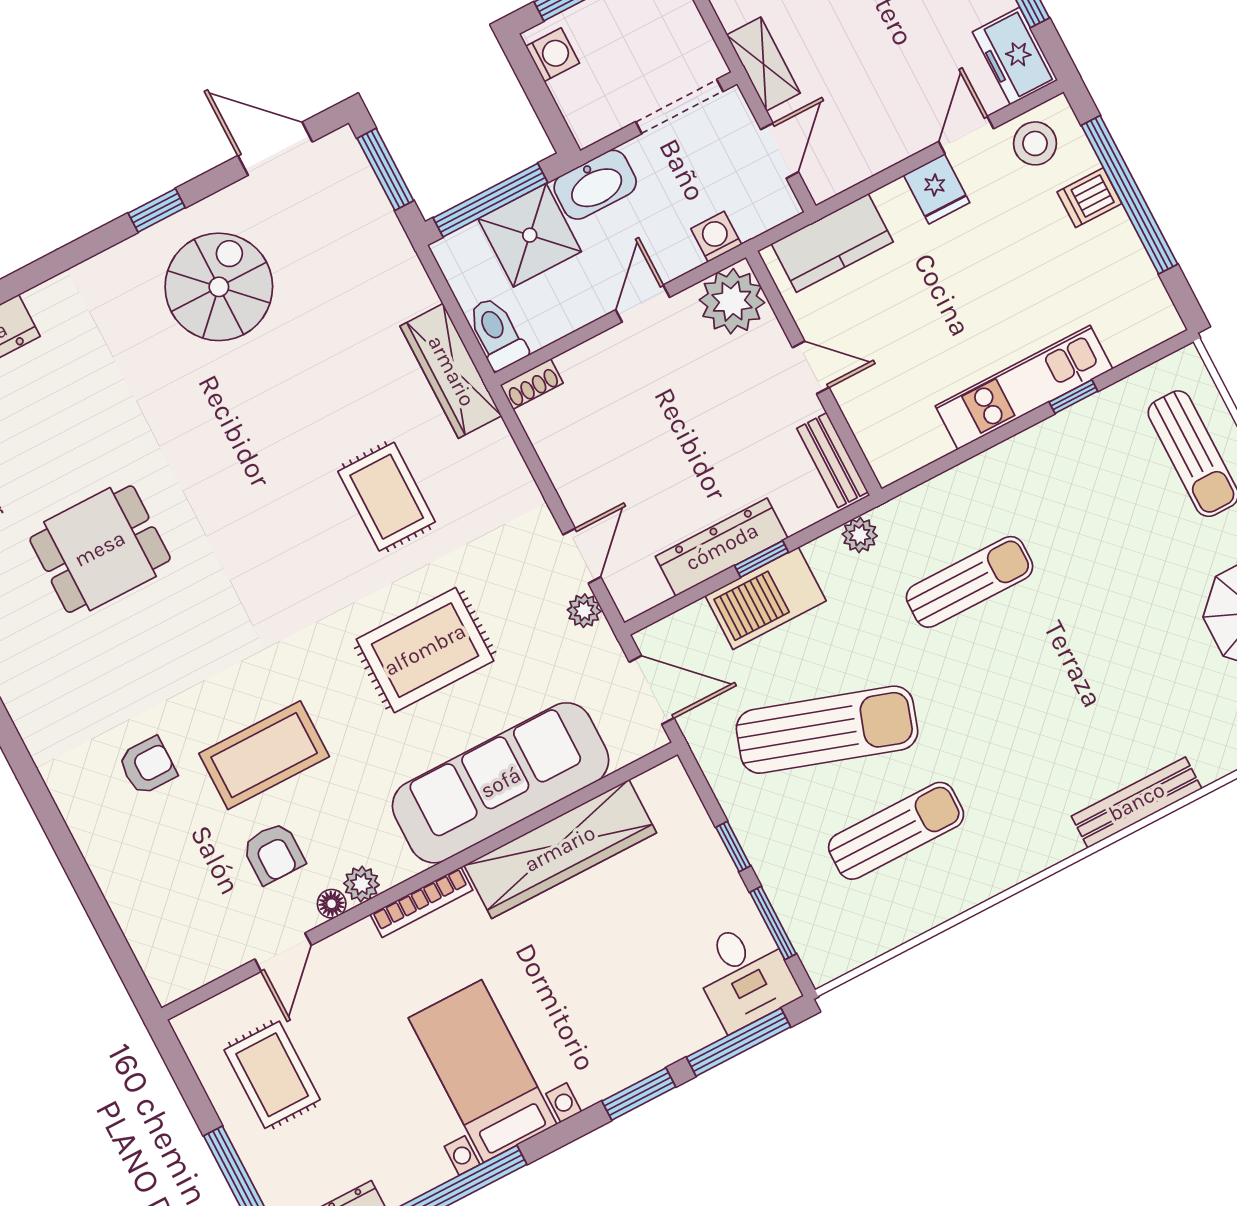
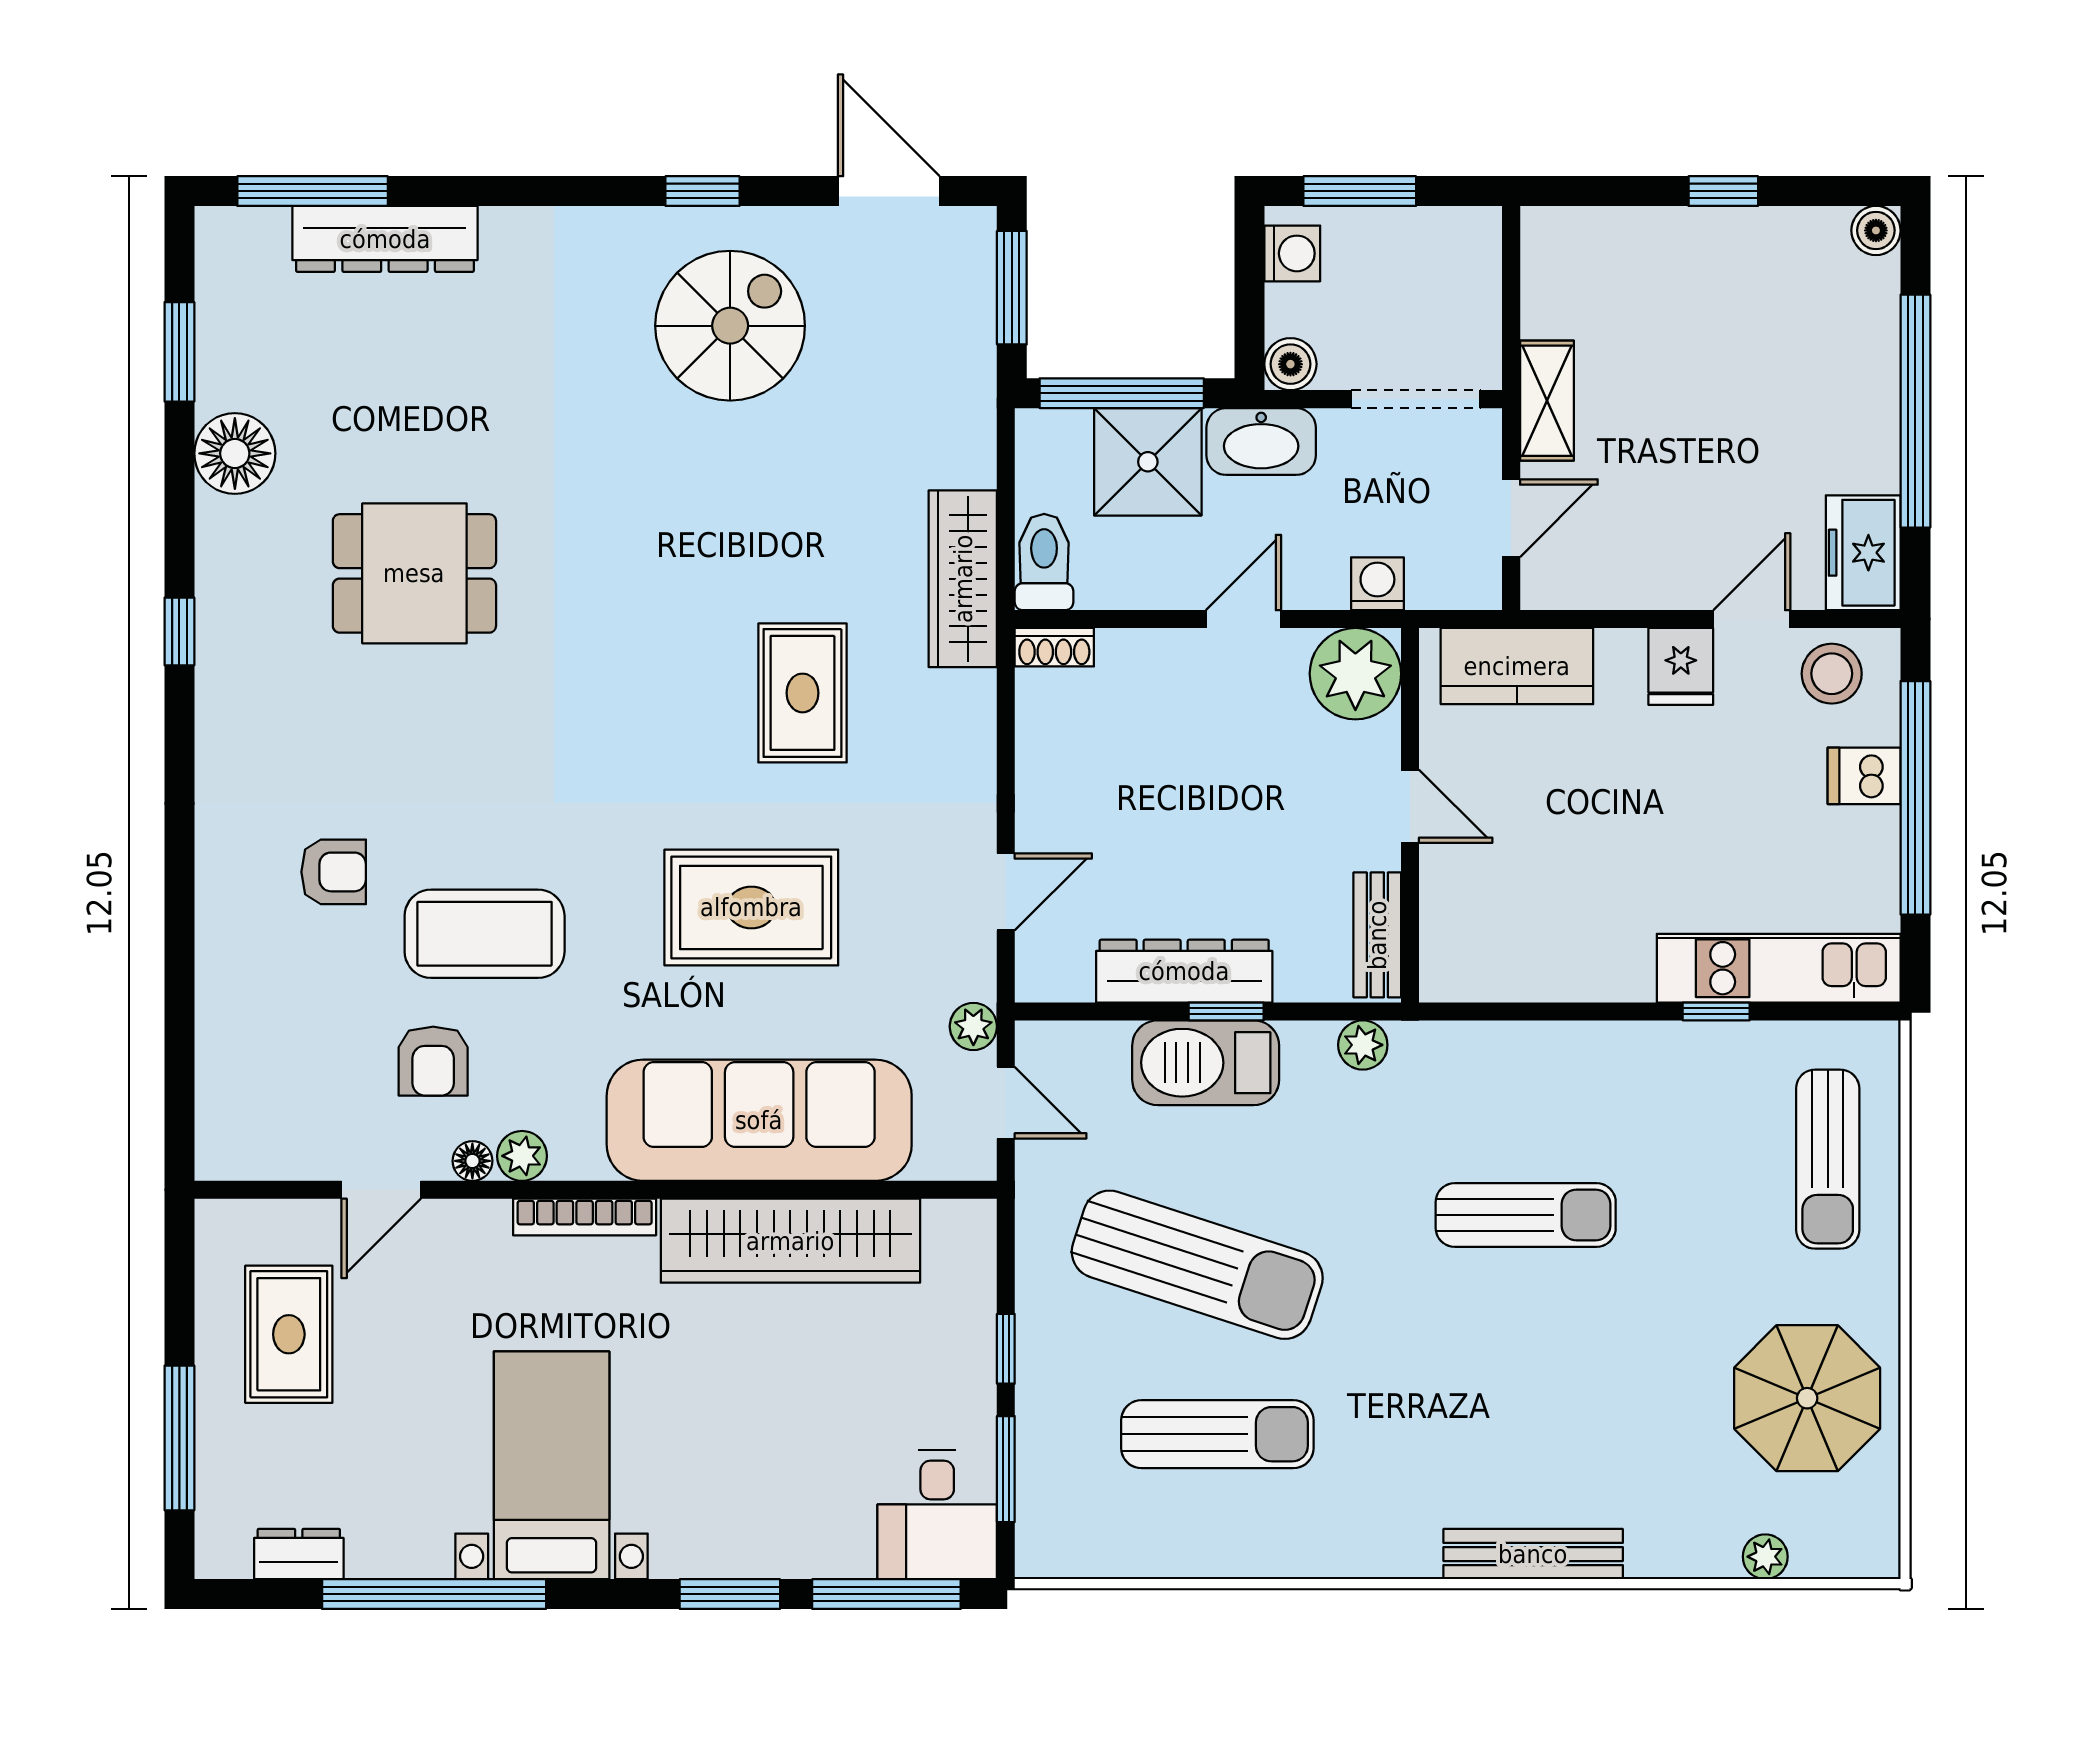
boiler: (588, 126) -> (1290, 364), added
kitchen unit: (1024, 387) -> (1779, 968), moved
sun lounger: (970, 582) -> (1526, 1215), moved
plant: (584, 611) -> (973, 1026), moved
door: (652, 690) -> (1006, 1103), width x0.73

